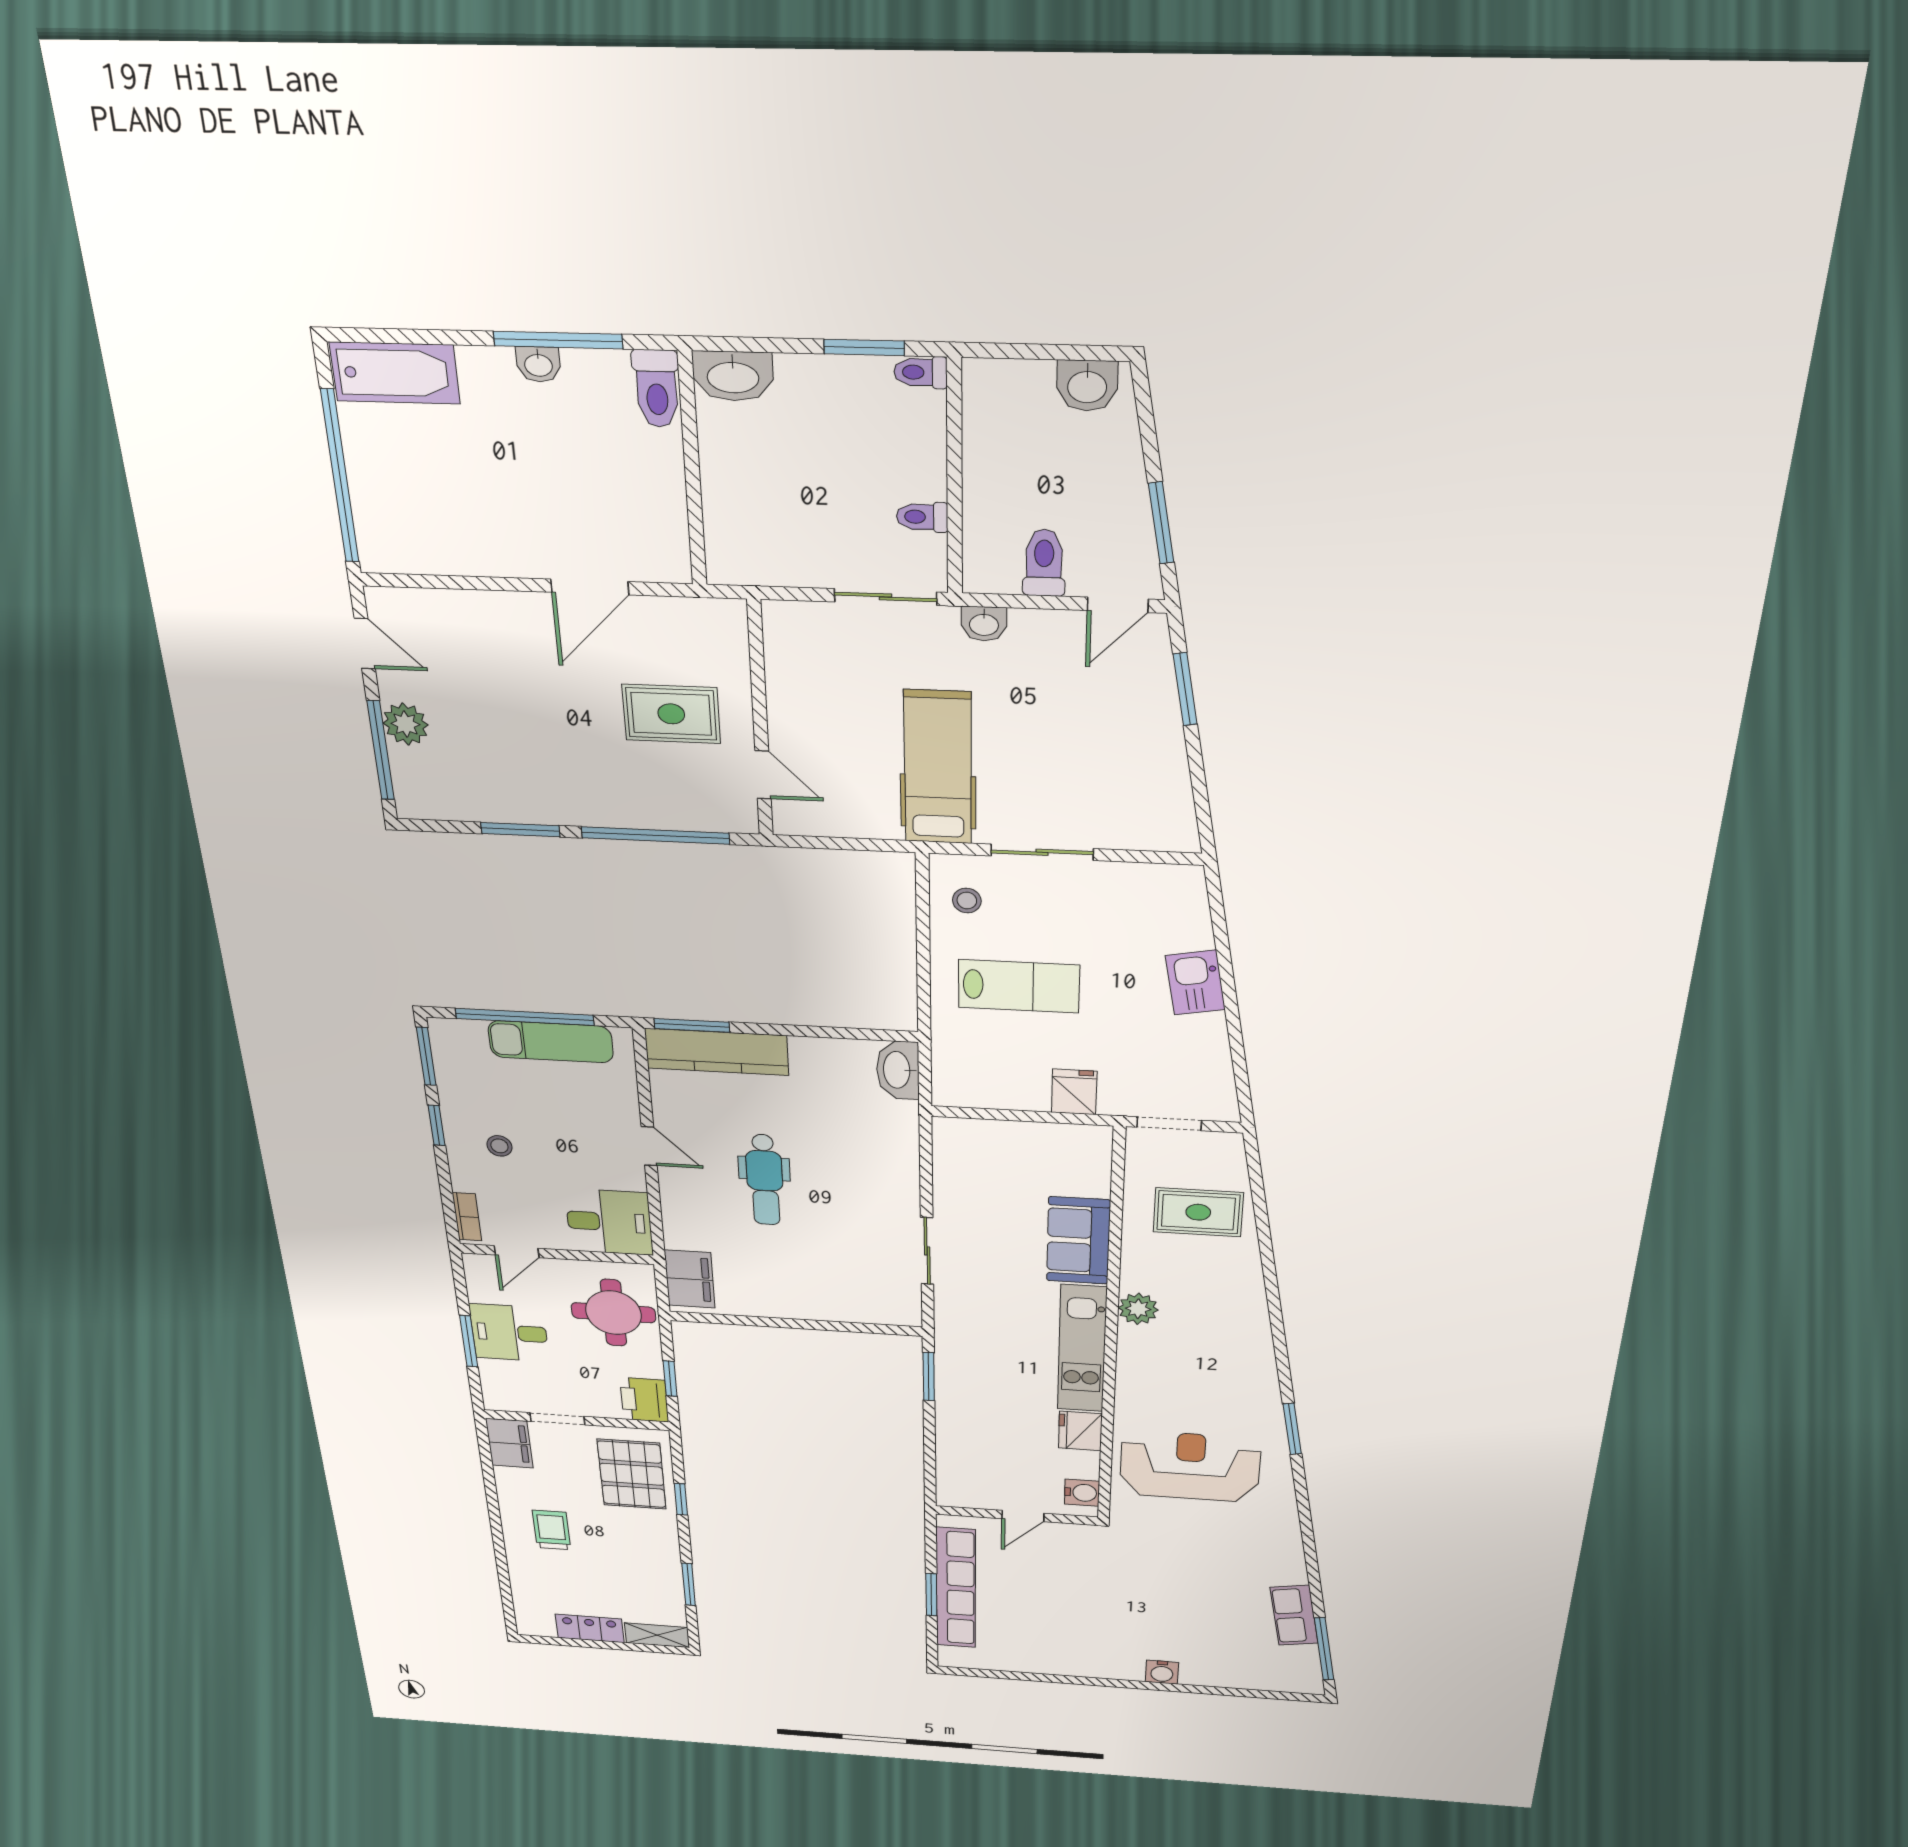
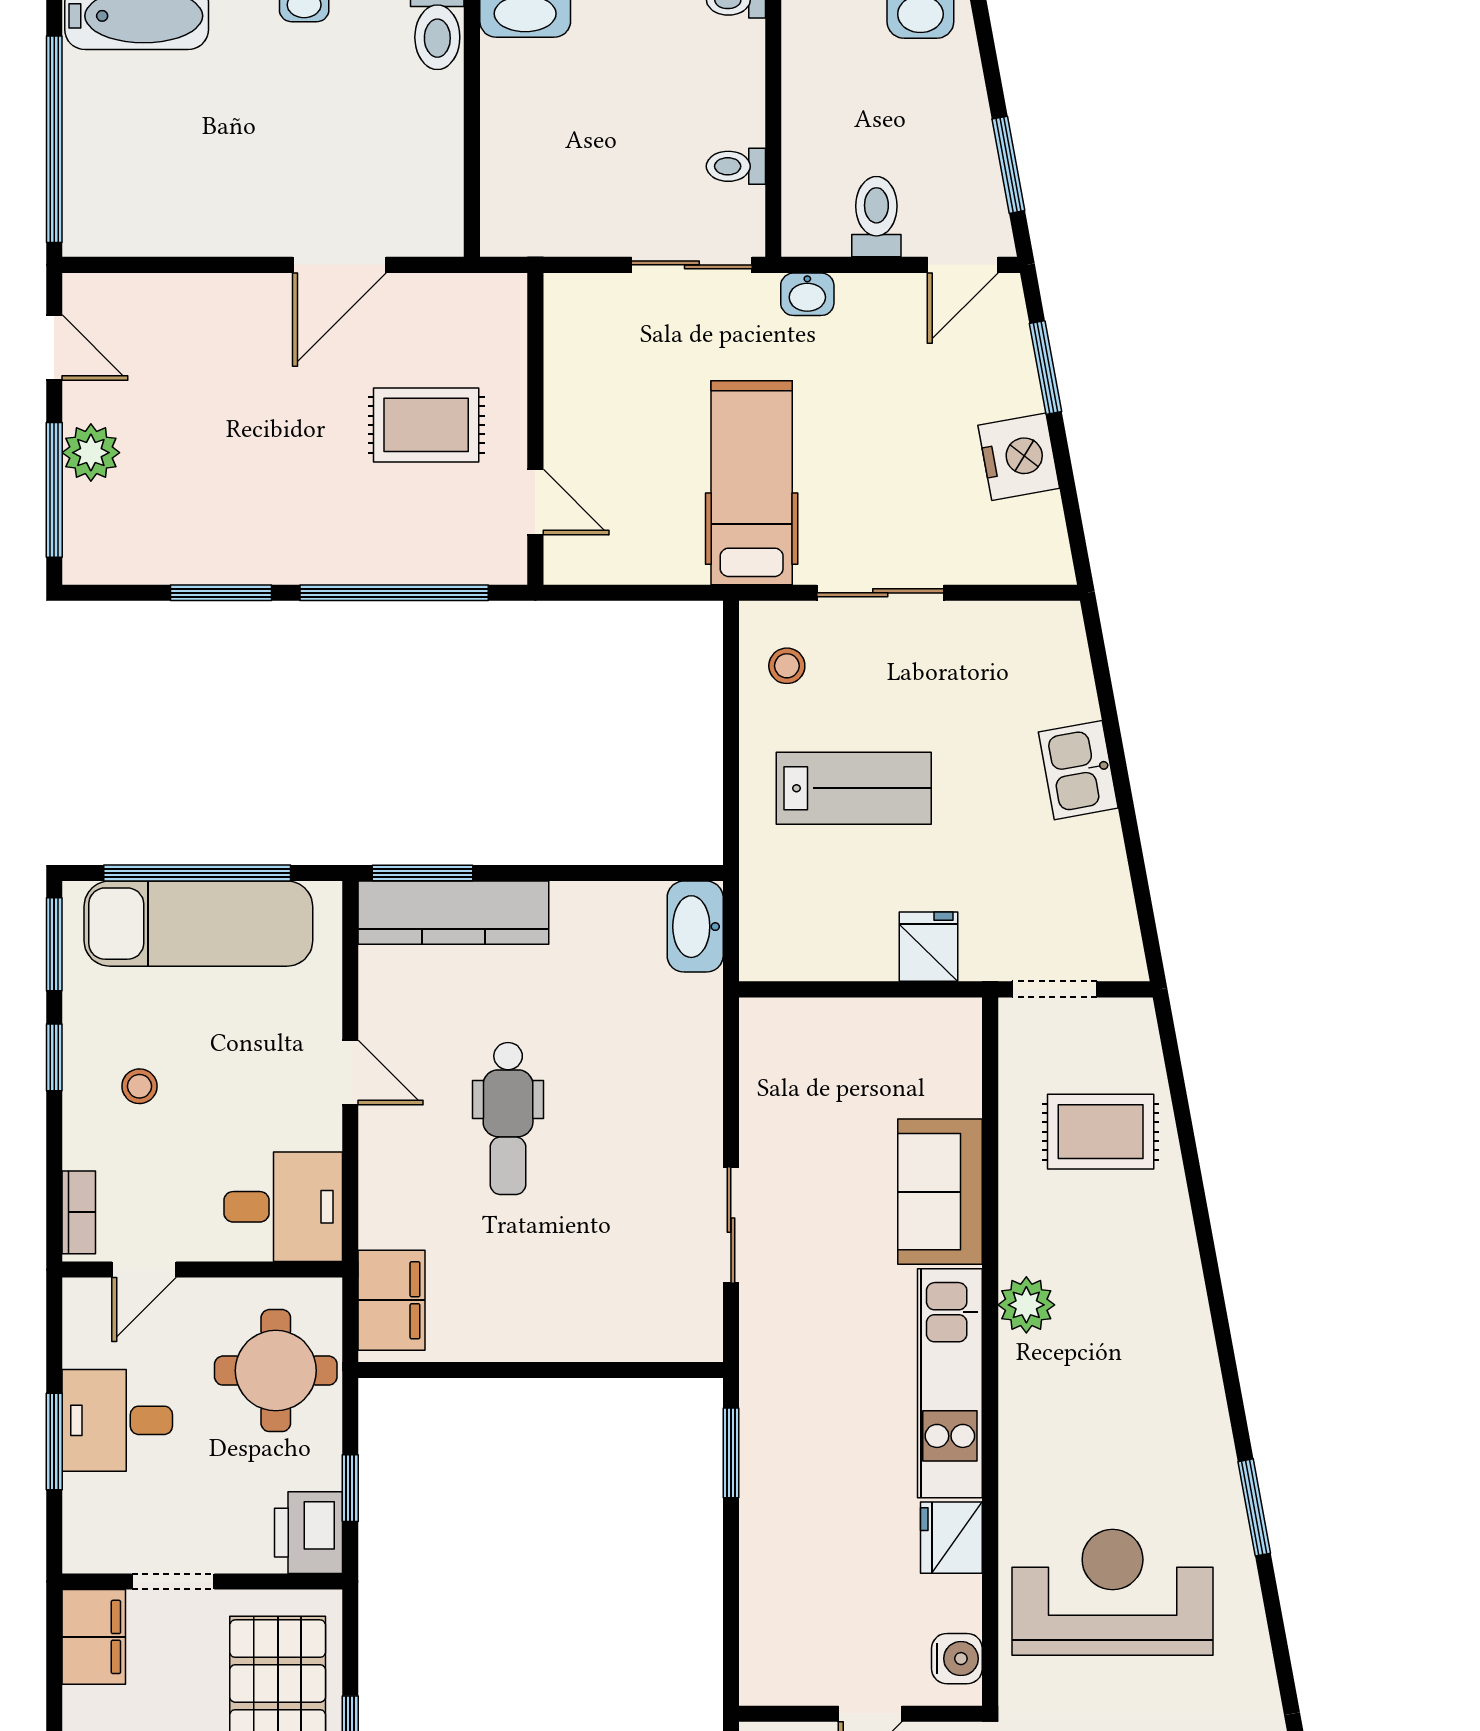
nightstand: (1159, 757) -> (1019, 457), added
exam couch: (551, 1042) -> (198, 924), width x1.36, depth x1.45

